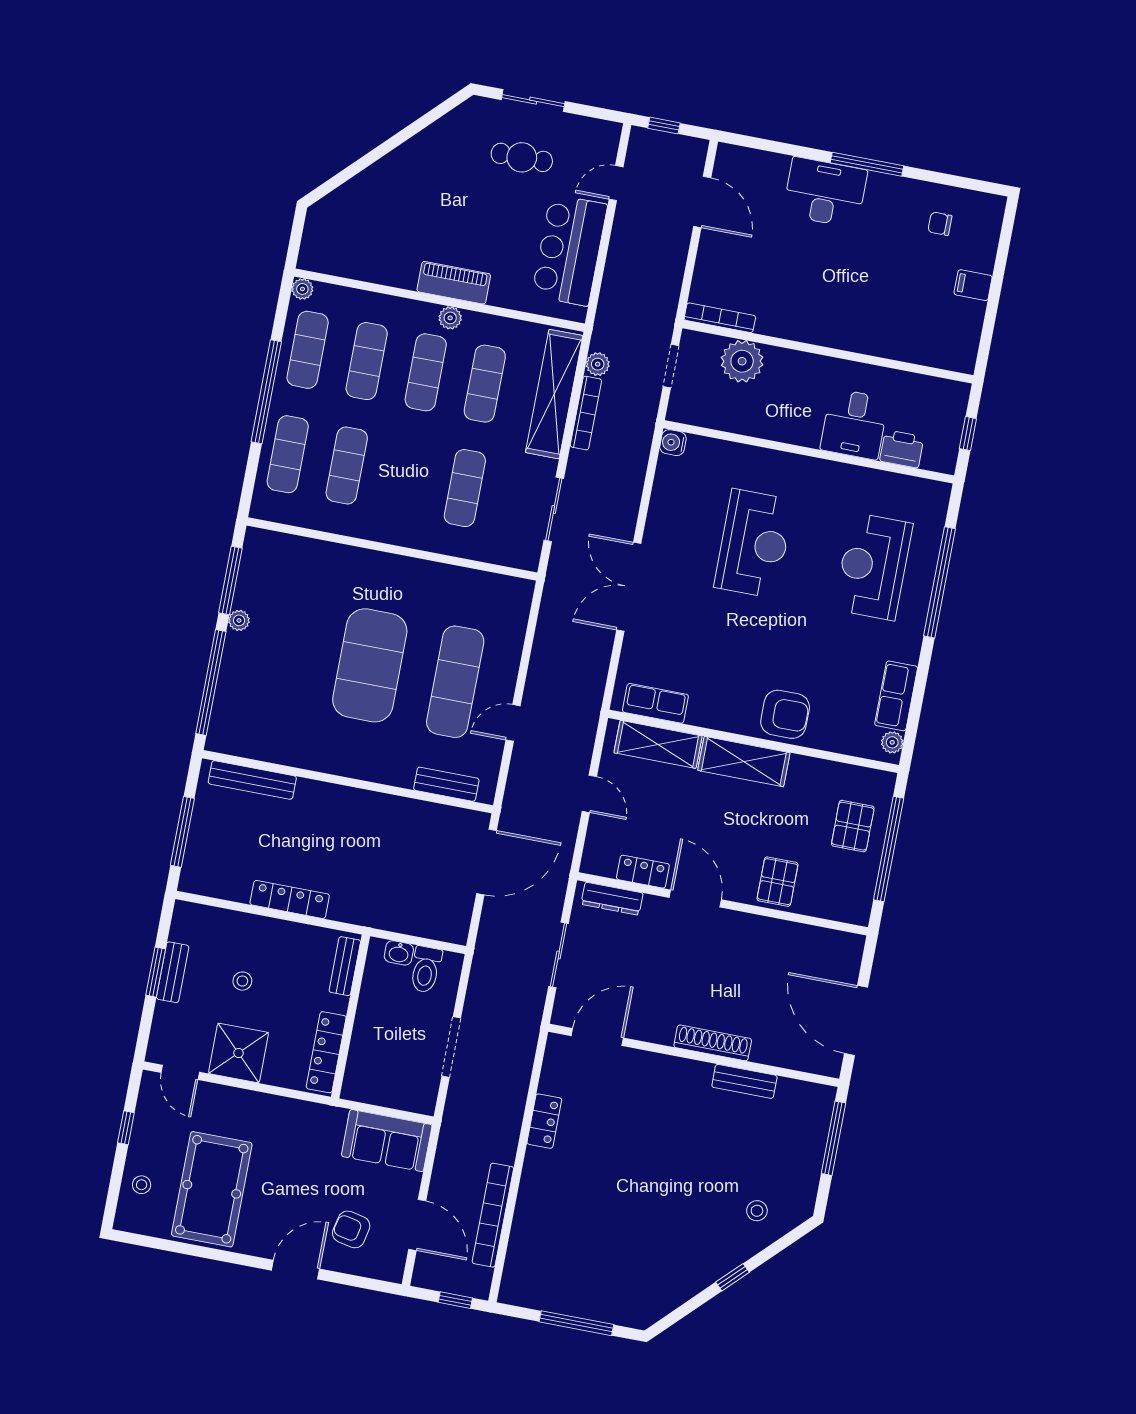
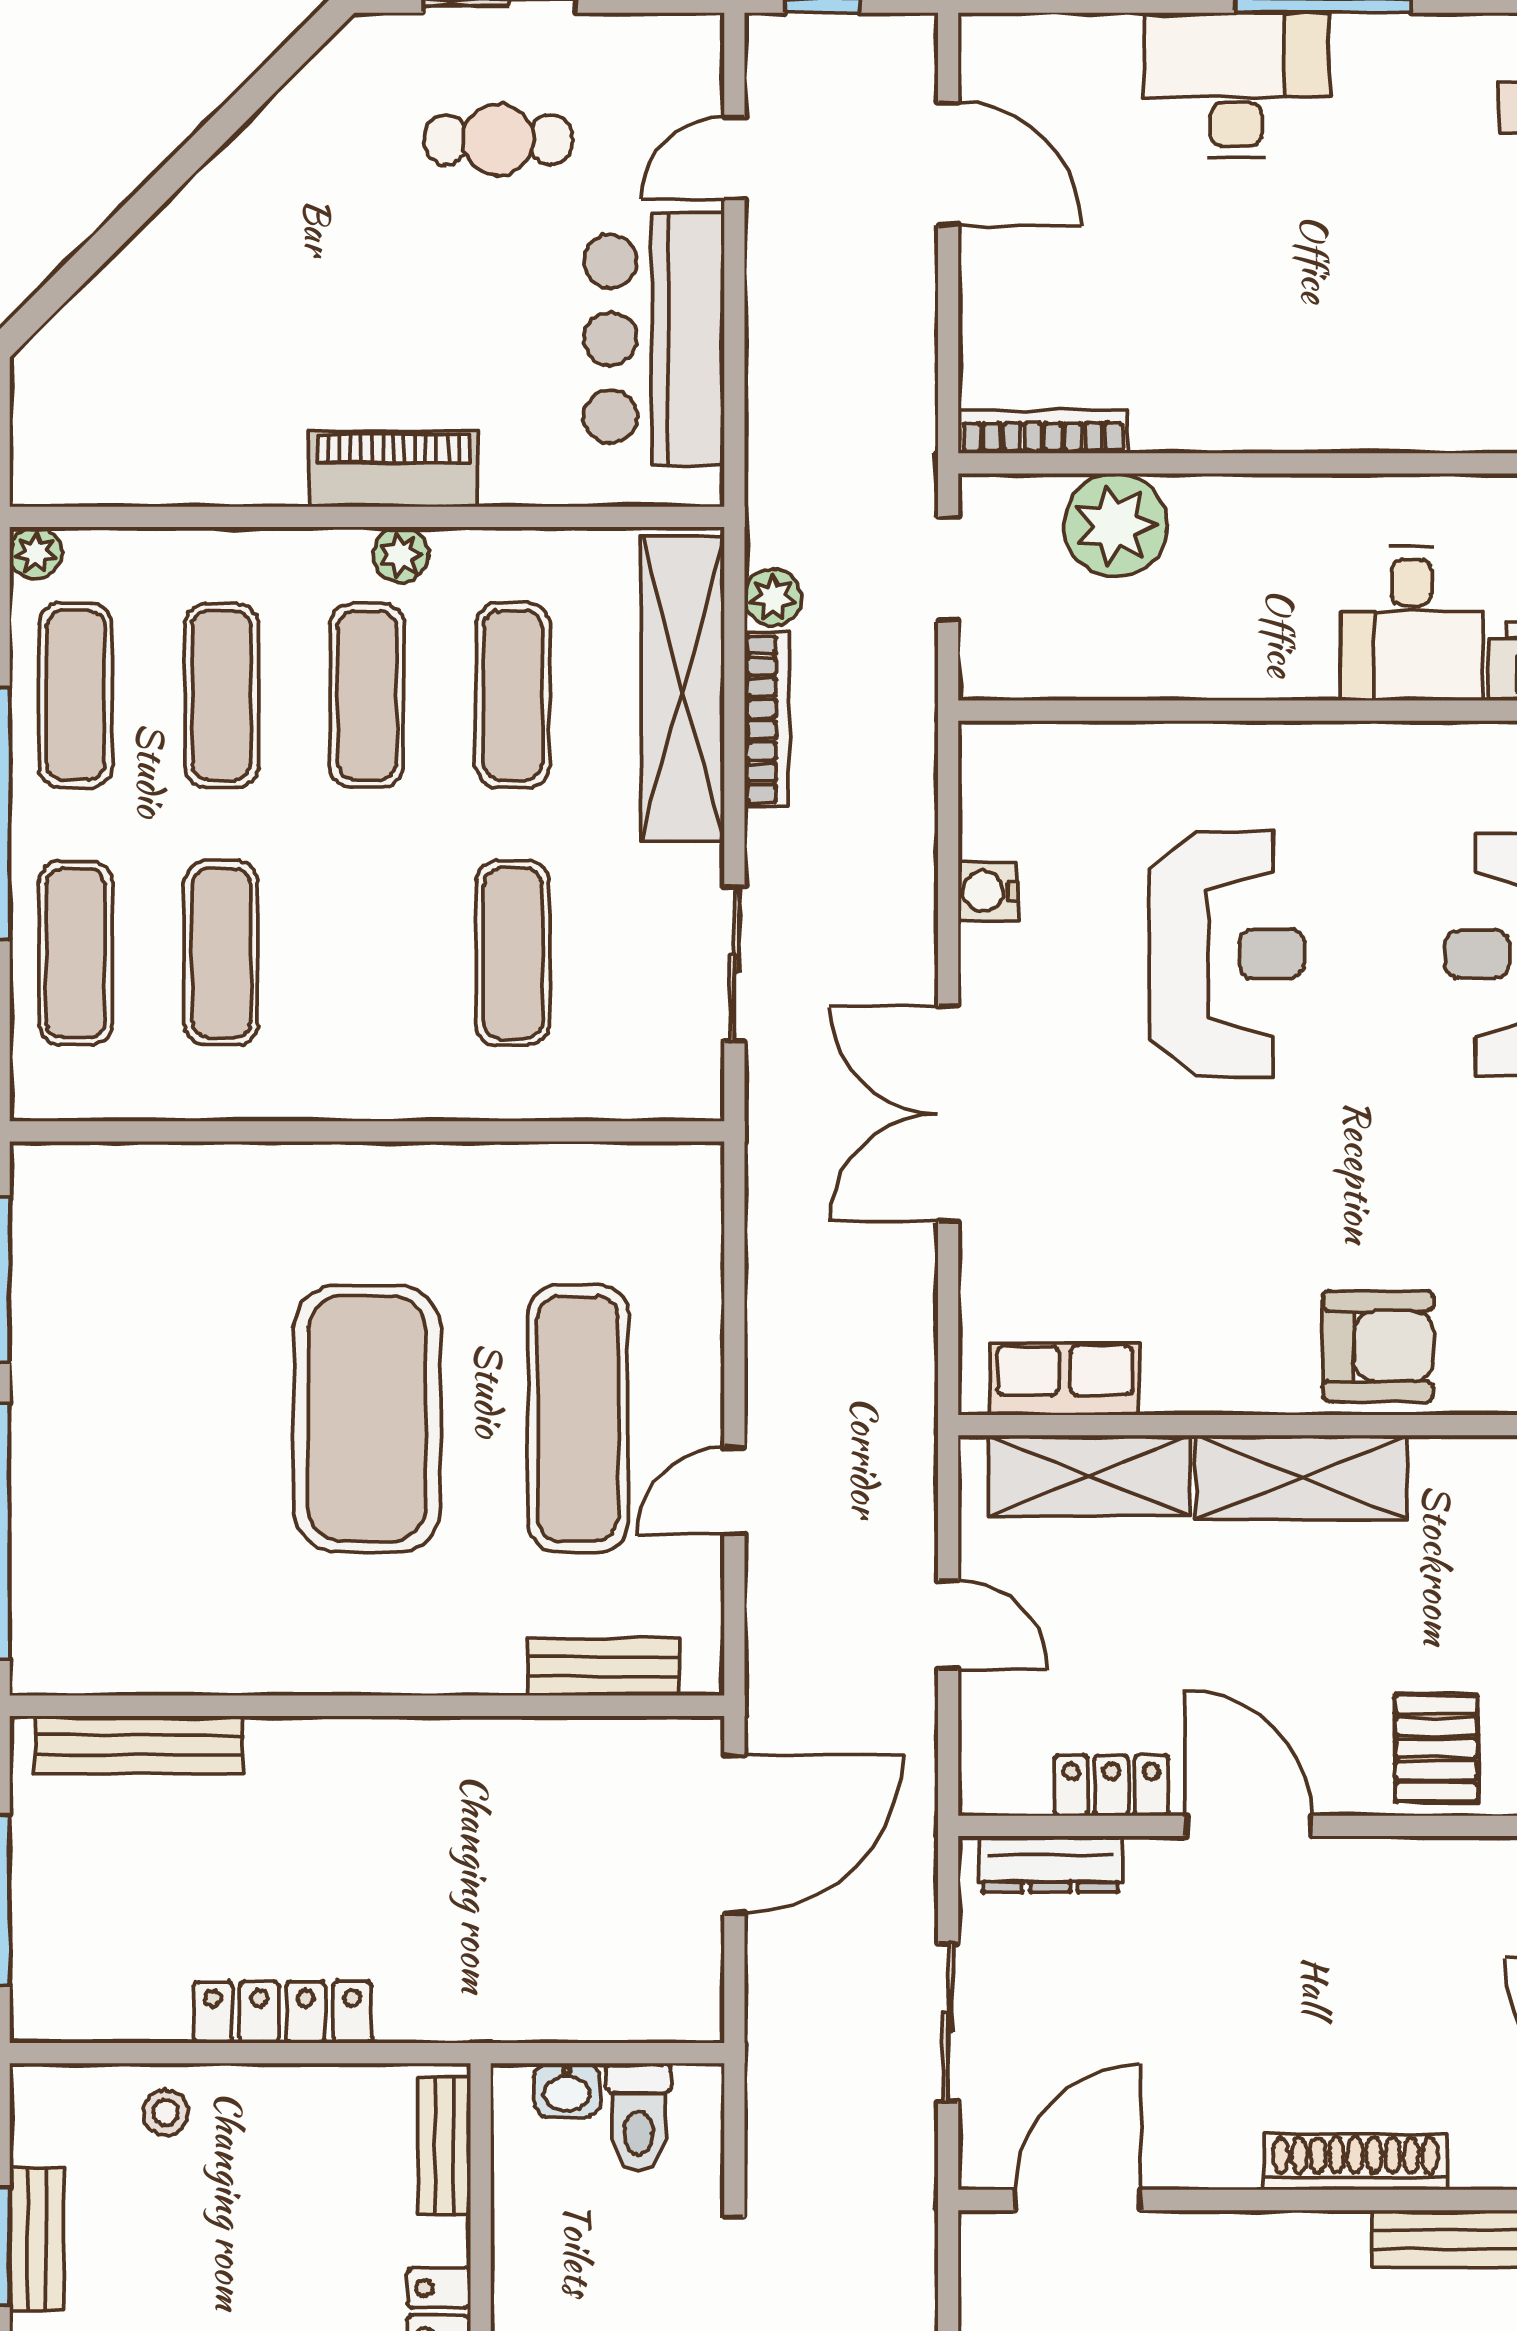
water cooler: (673, 443) -> (988, 891), moved
plant: (239, 620) -> (35, 1371), removed
stool: (242, 981) -> (166, 2113), moved

